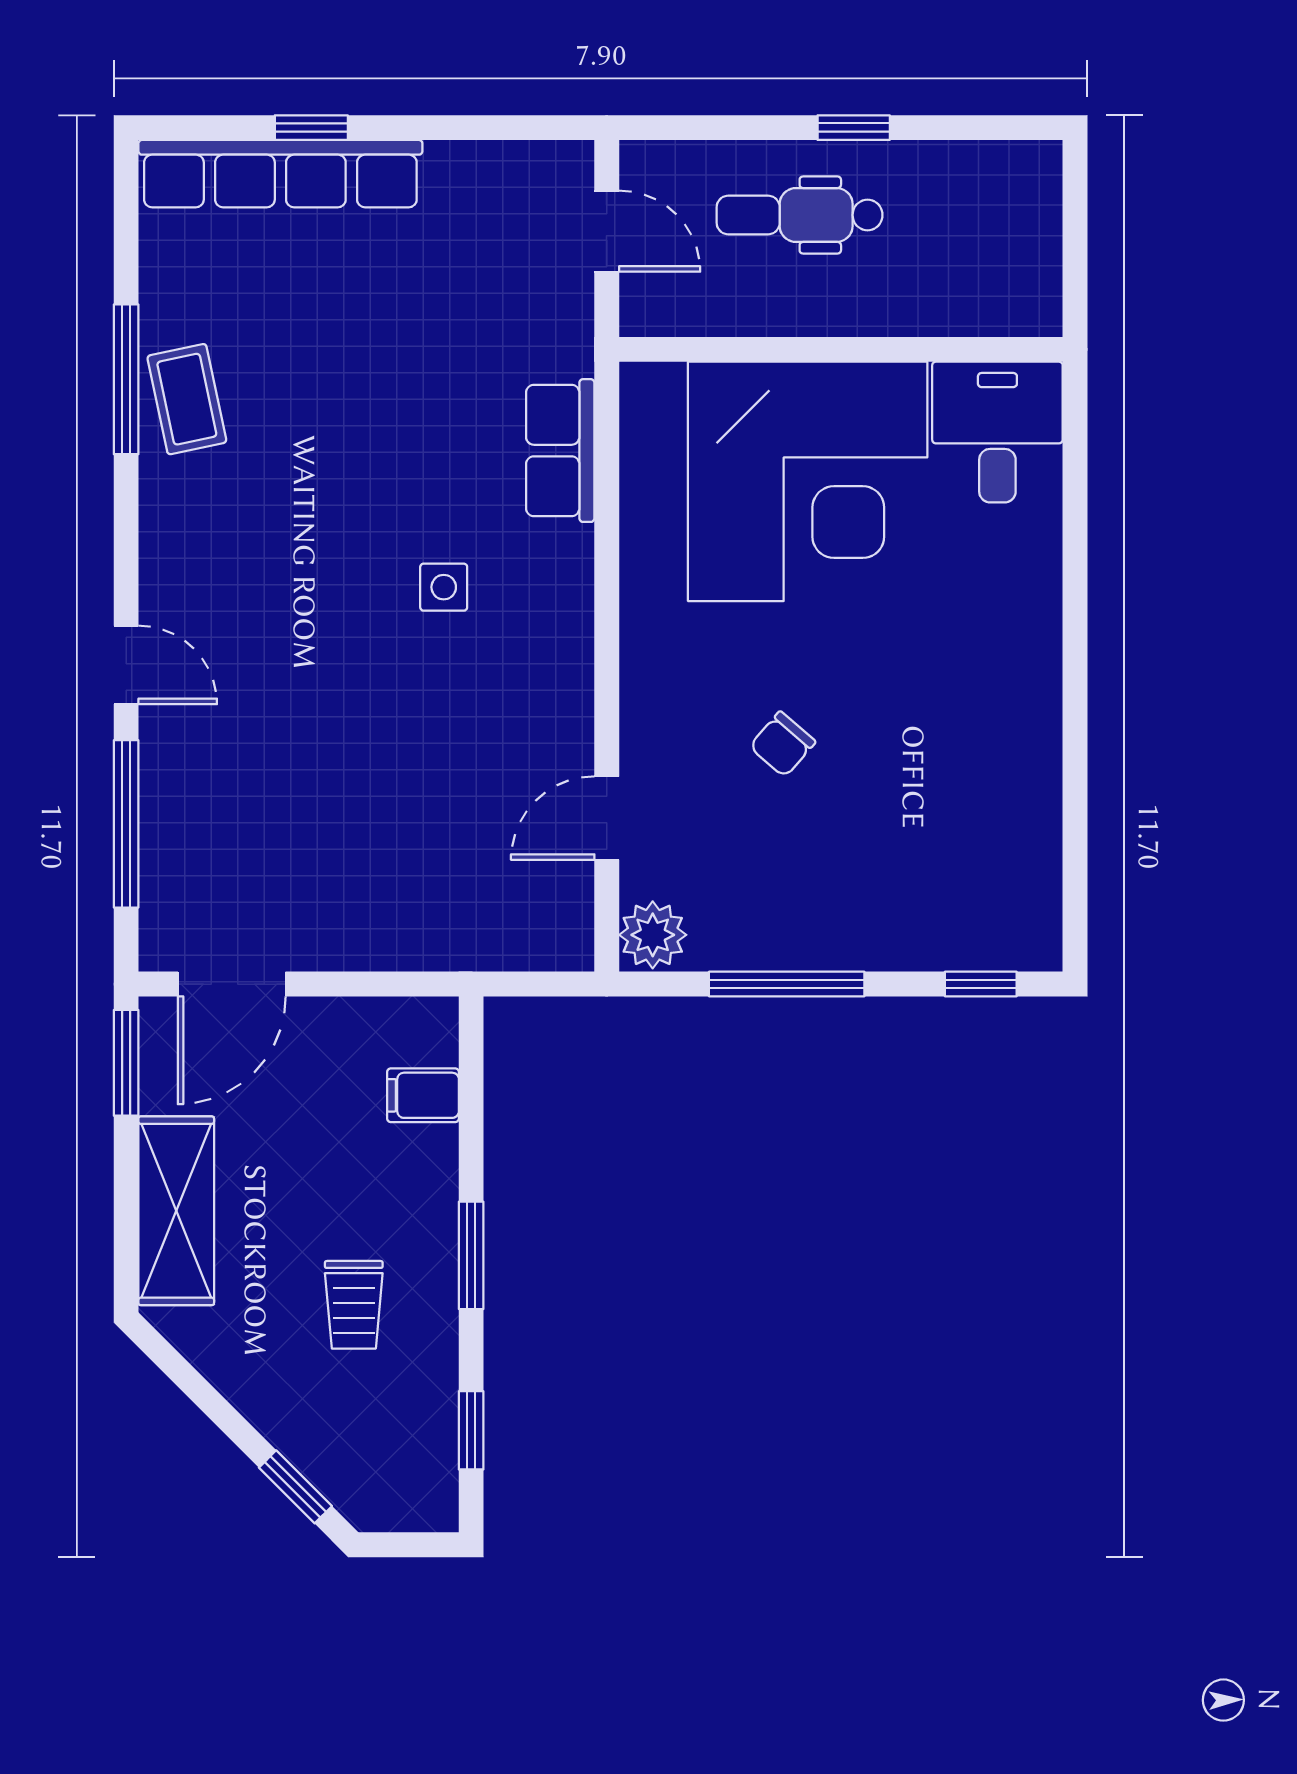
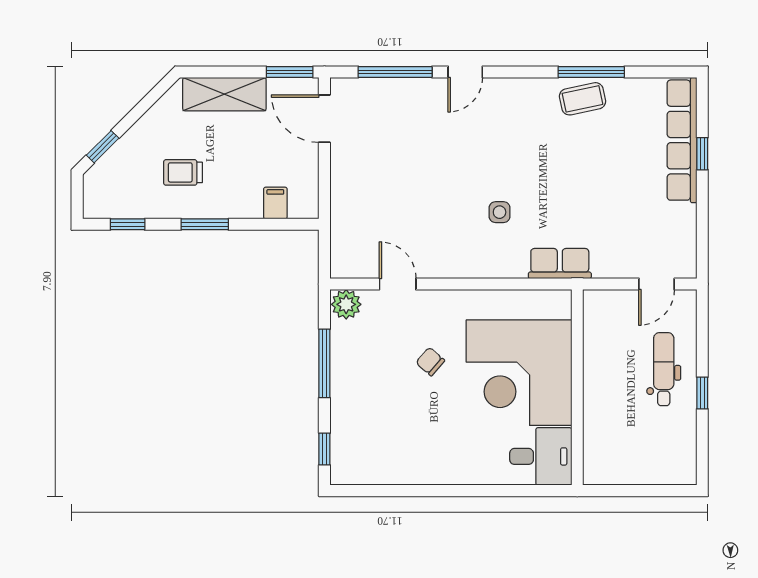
wall: (841, 349) -> (577, 387), moved
desk: (997, 432) -> (541, 456), moved
corner desk: (808, 481) -> (519, 373), moved

